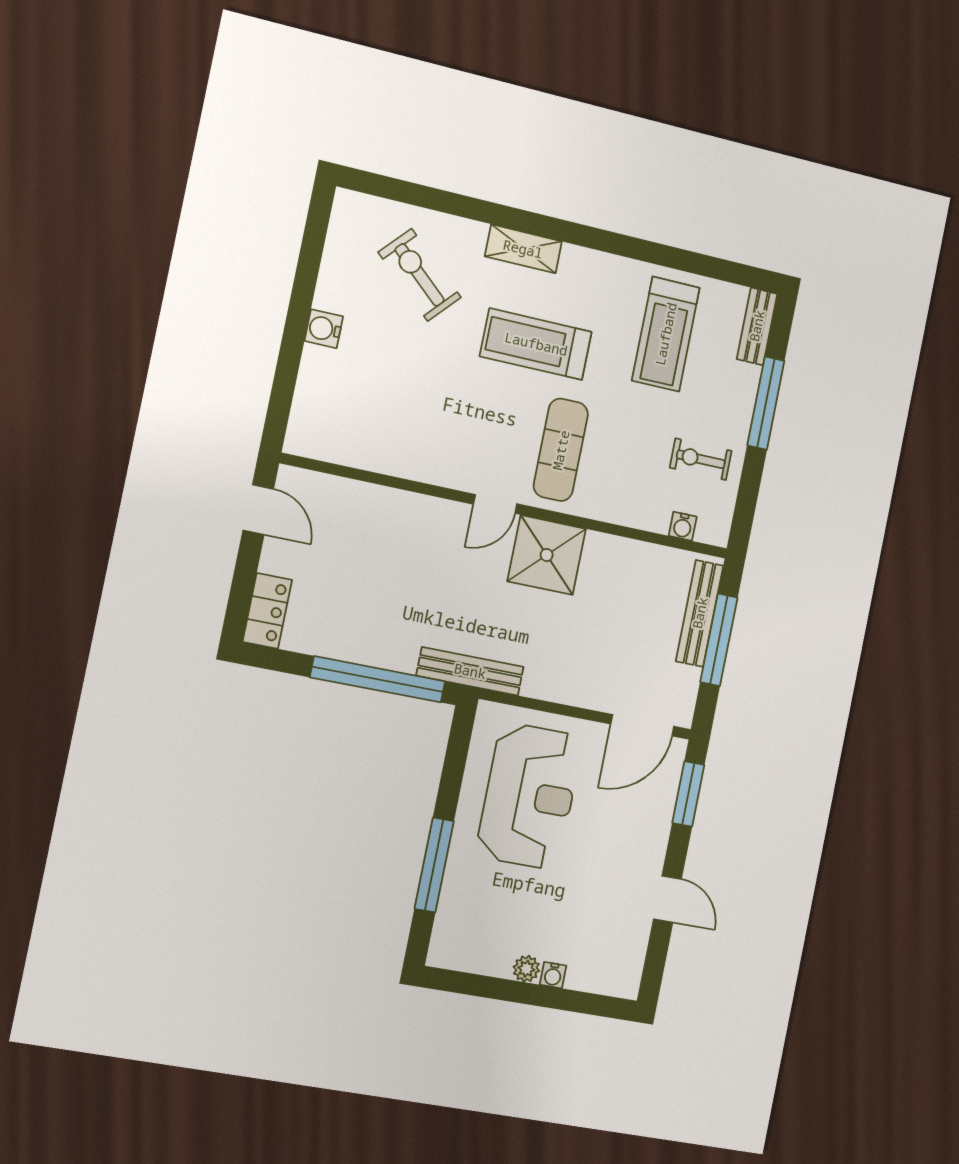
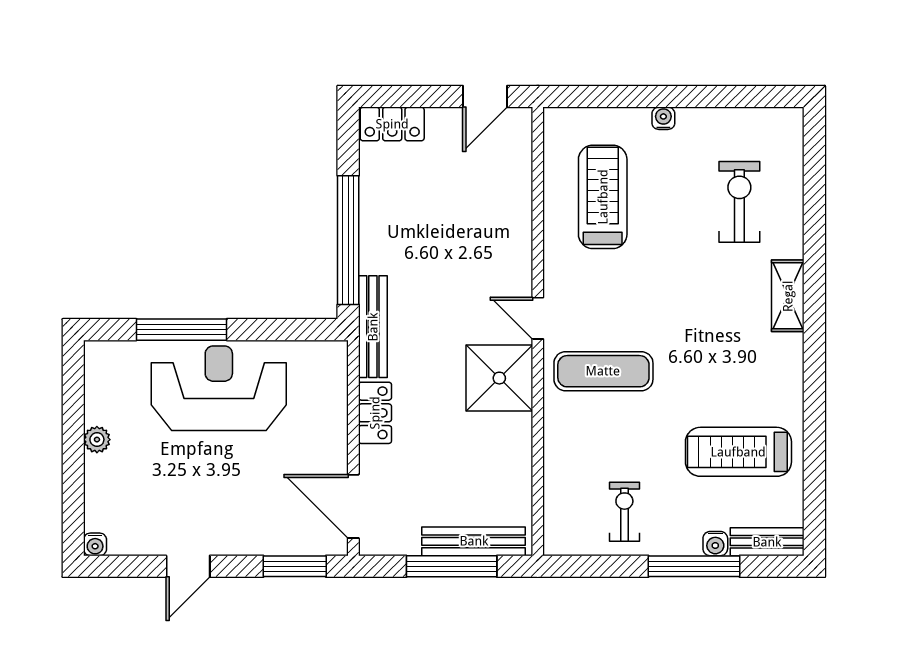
exercise bike: (420, 275) -> (739, 202), turned -42
water cooler: (324, 329) -> (663, 118), width x0.72, depth x0.72
treadmill: (536, 344) -> (603, 197), moved
water cooler: (683, 526) -> (715, 544), moved, turned -90
locker: (556, 686) -> (375, 413), added
reception desk: (529, 796) -> (219, 388), moved, turned 180
water cooler: (553, 975) -> (95, 544), moved, turned -90

